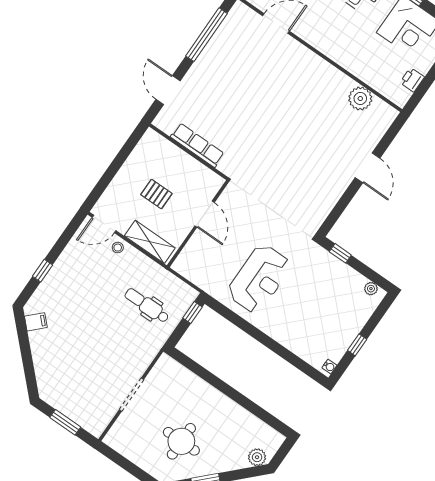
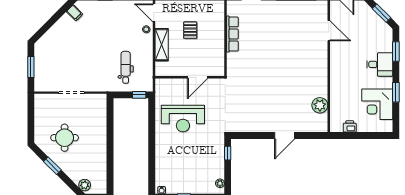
door: (205, 214) -> (198, 77), moved
wall: (198, 224) -> (190, 77), moved

